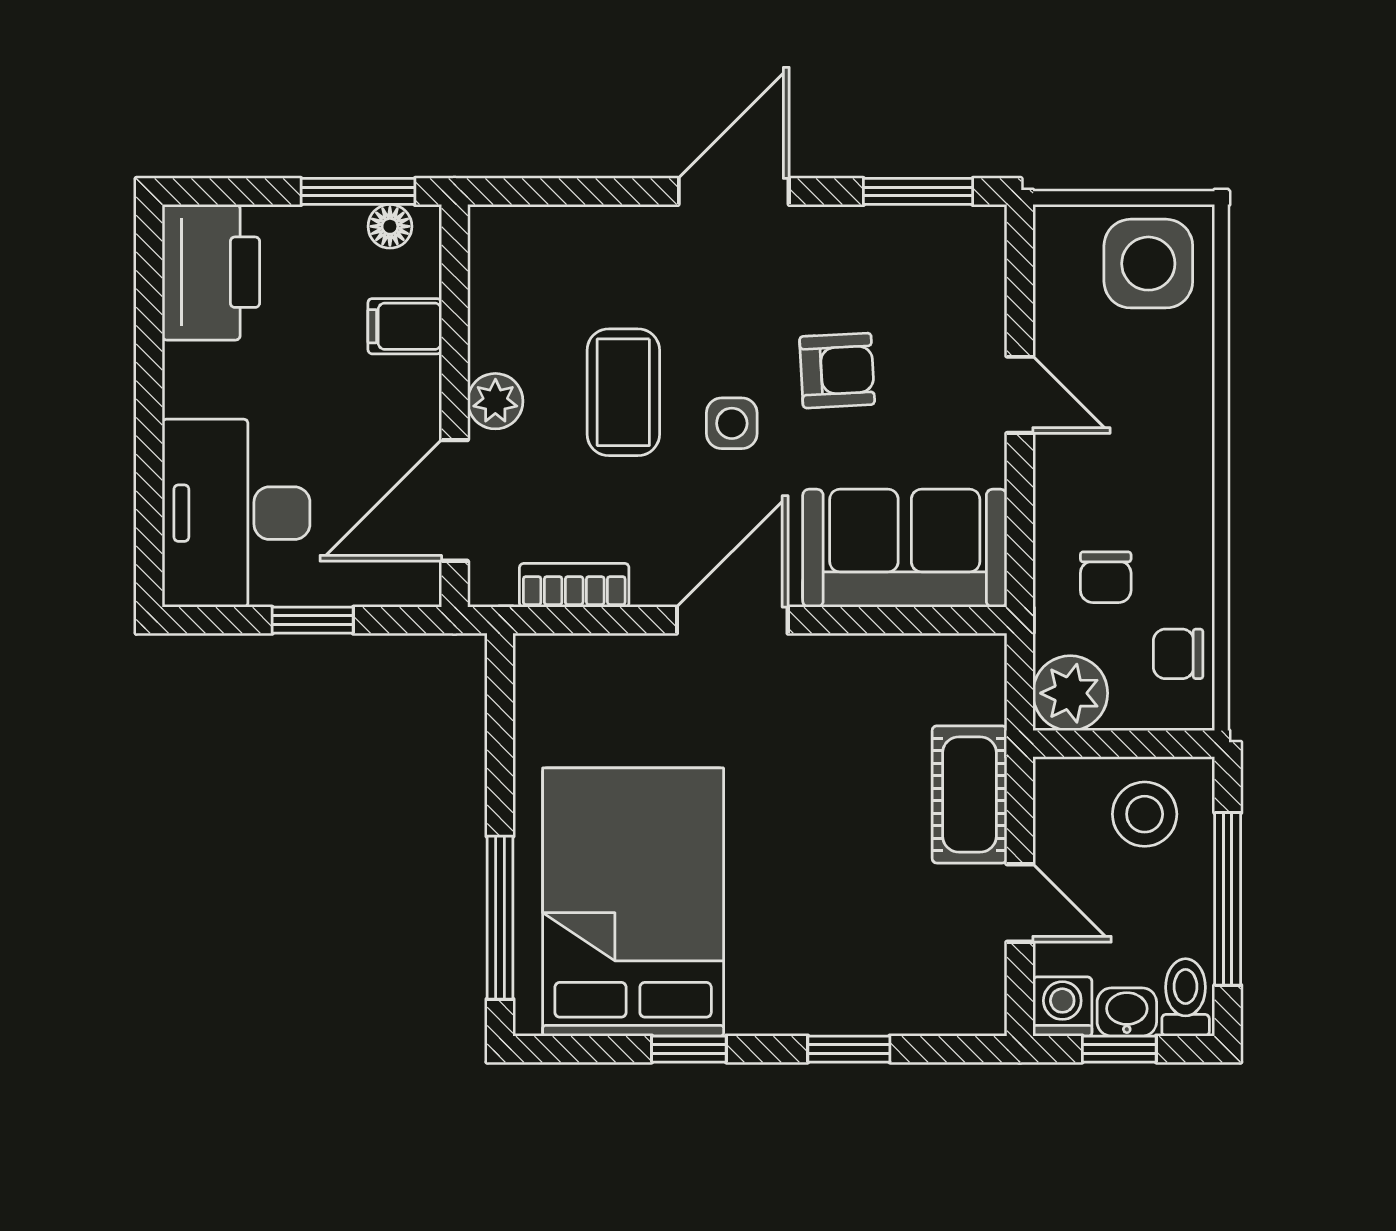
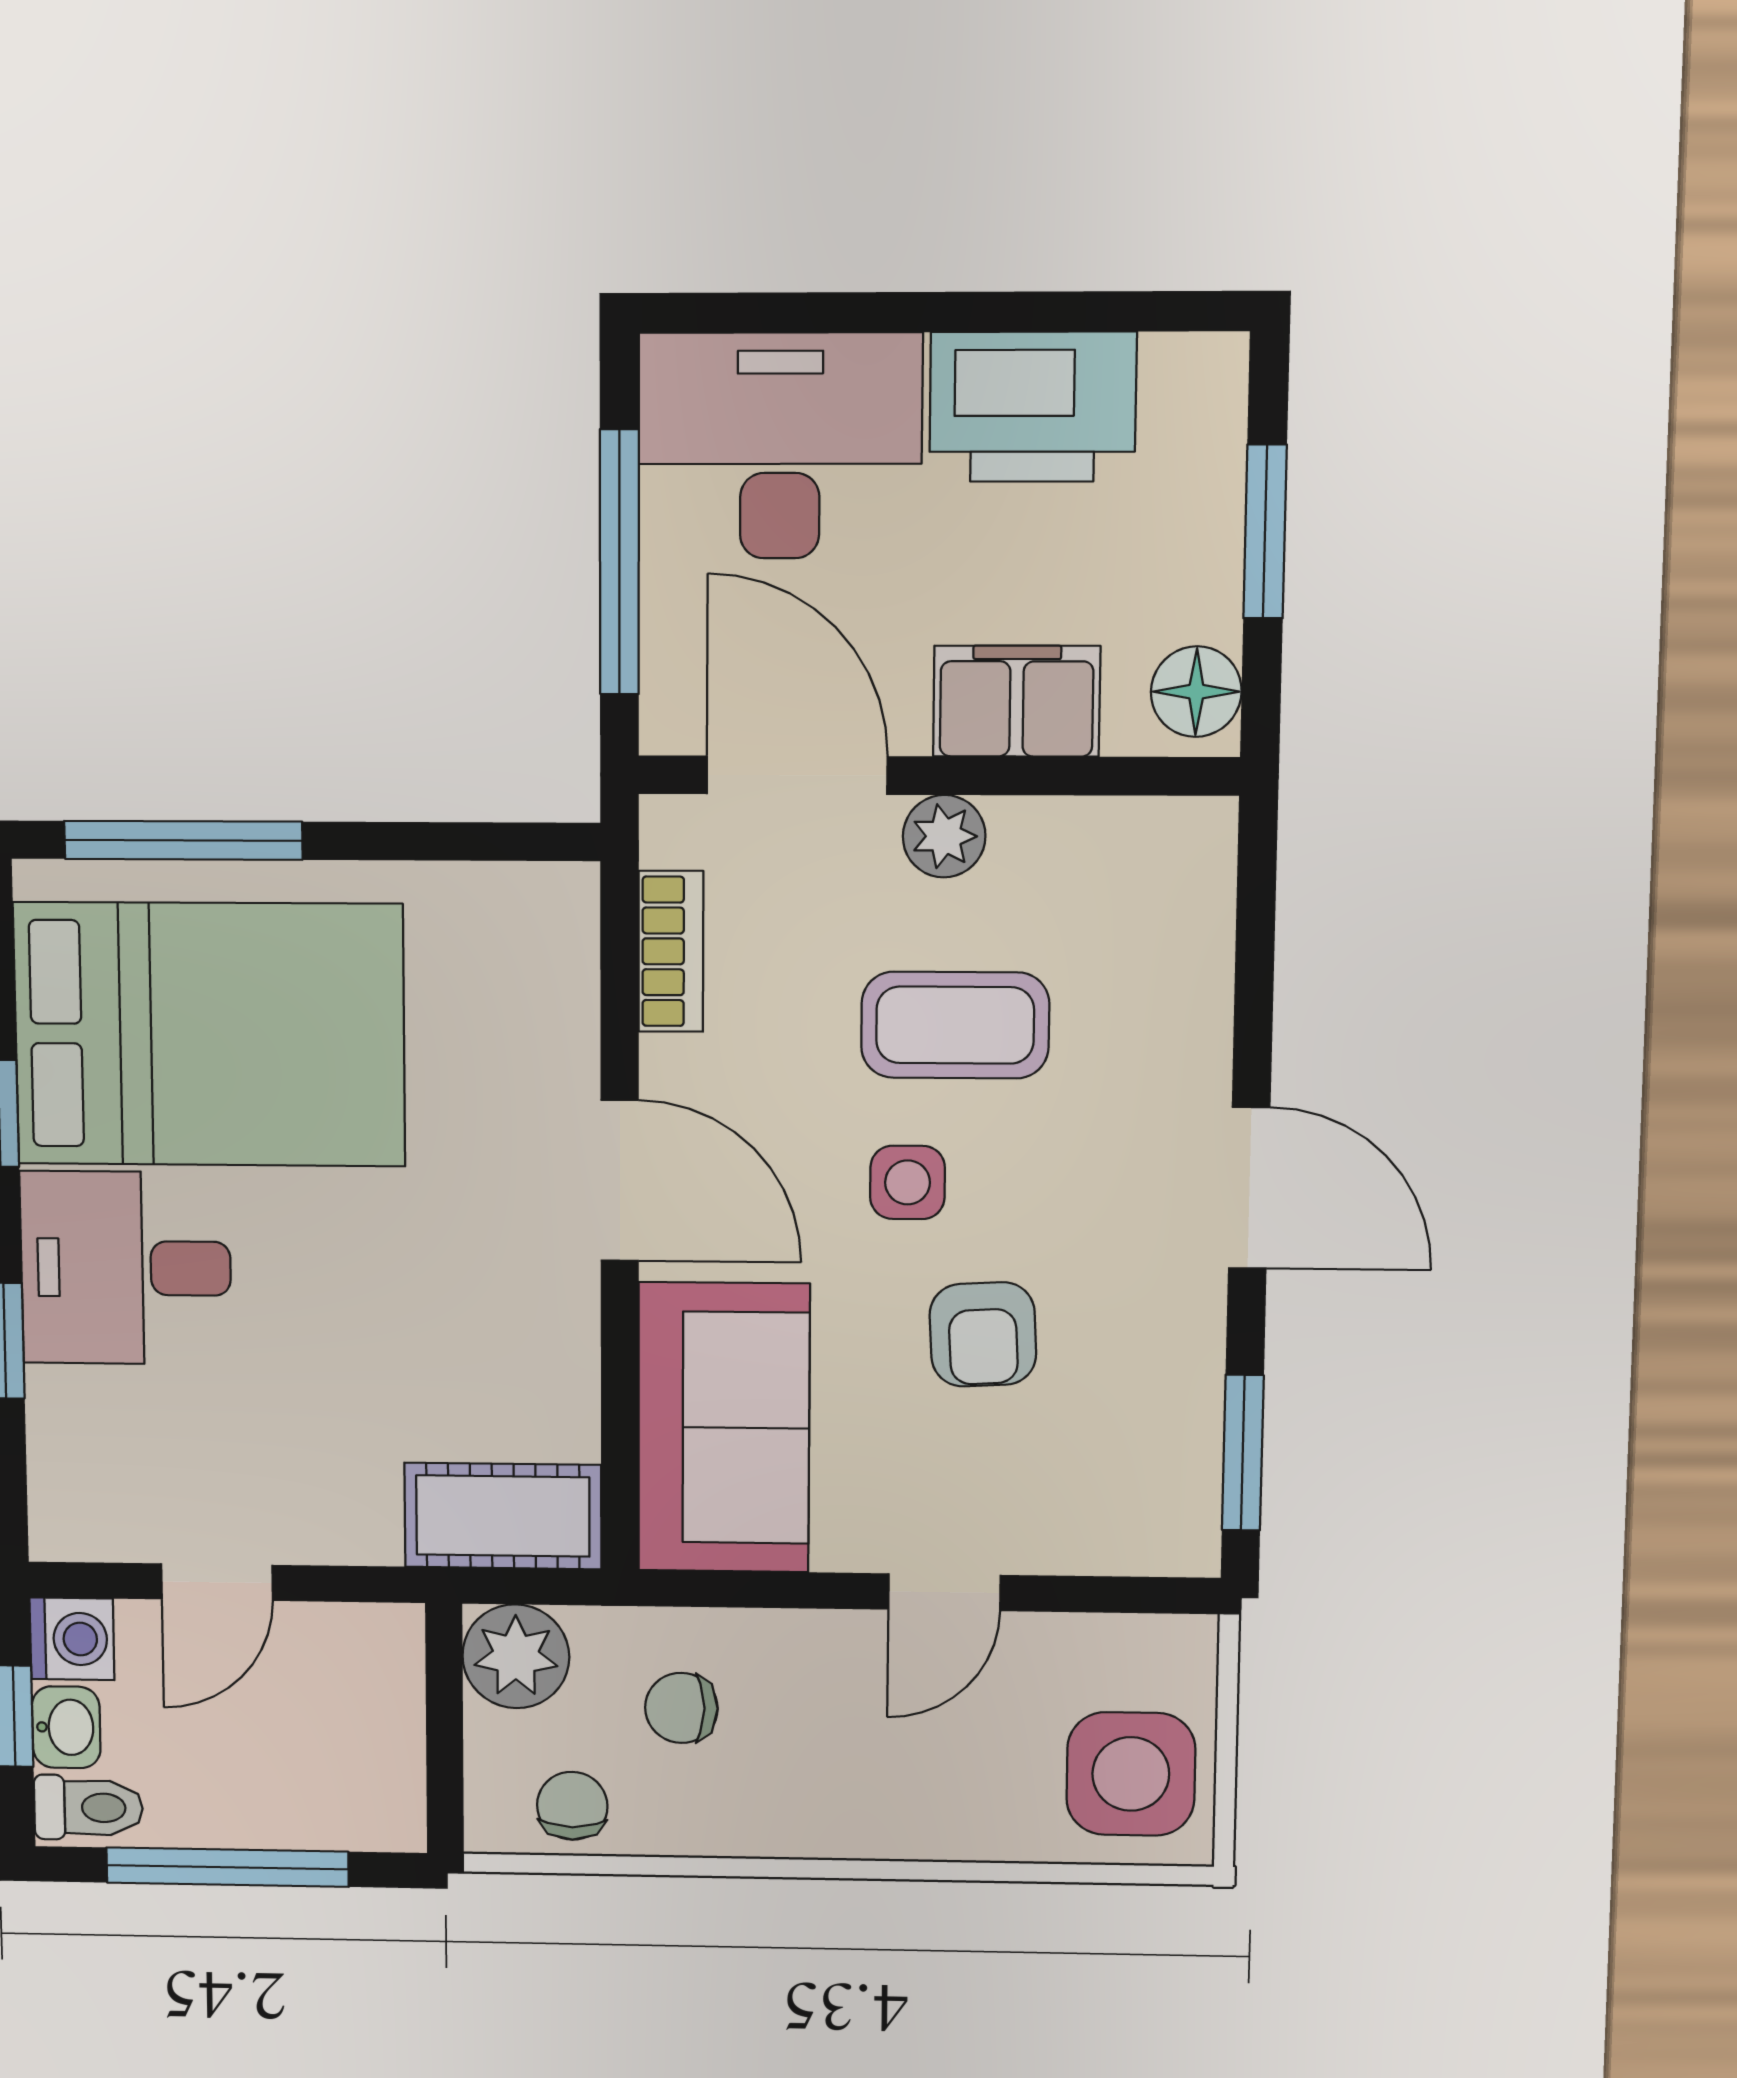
window: (358, 191) -> (1265, 532), moved
floor lamp: (390, 226) -> (1196, 692), width x1.37, depth x1.37
printer: (211, 272) -> (1033, 407), moved
filing cabinet: (405, 326) -> (1017, 701), width x2.00
window: (313, 620) -> (619, 562), width x2.17
cot: (969, 794) -> (503, 1516), moved
stool: (1145, 814) -> (345, 1756), removed
desk: (796, 963) -> (126, 1268), added

